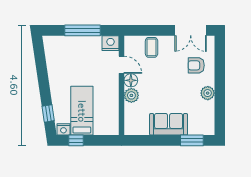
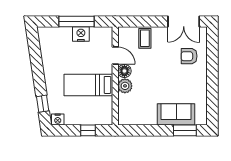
nightstand: (111, 43) -> (81, 34), moved
plant: (208, 93) -> (200, 84), removed
bed: (82, 111) -> (88, 85), moved, turned -90
sofa: (169, 124) -> (176, 114), moved
window: (76, 140) -> (88, 130), moved

